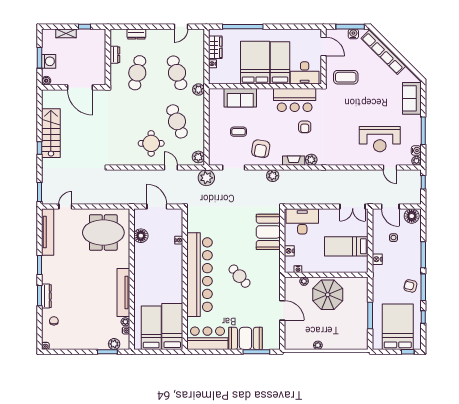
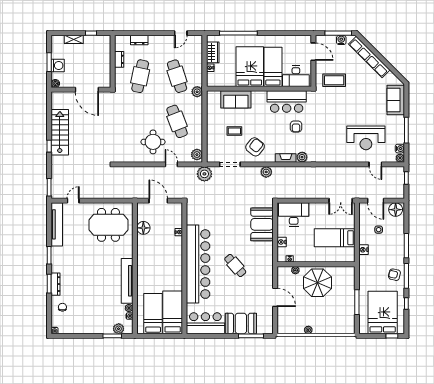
armchair: (261, 149) -> (255, 147), turned -151

